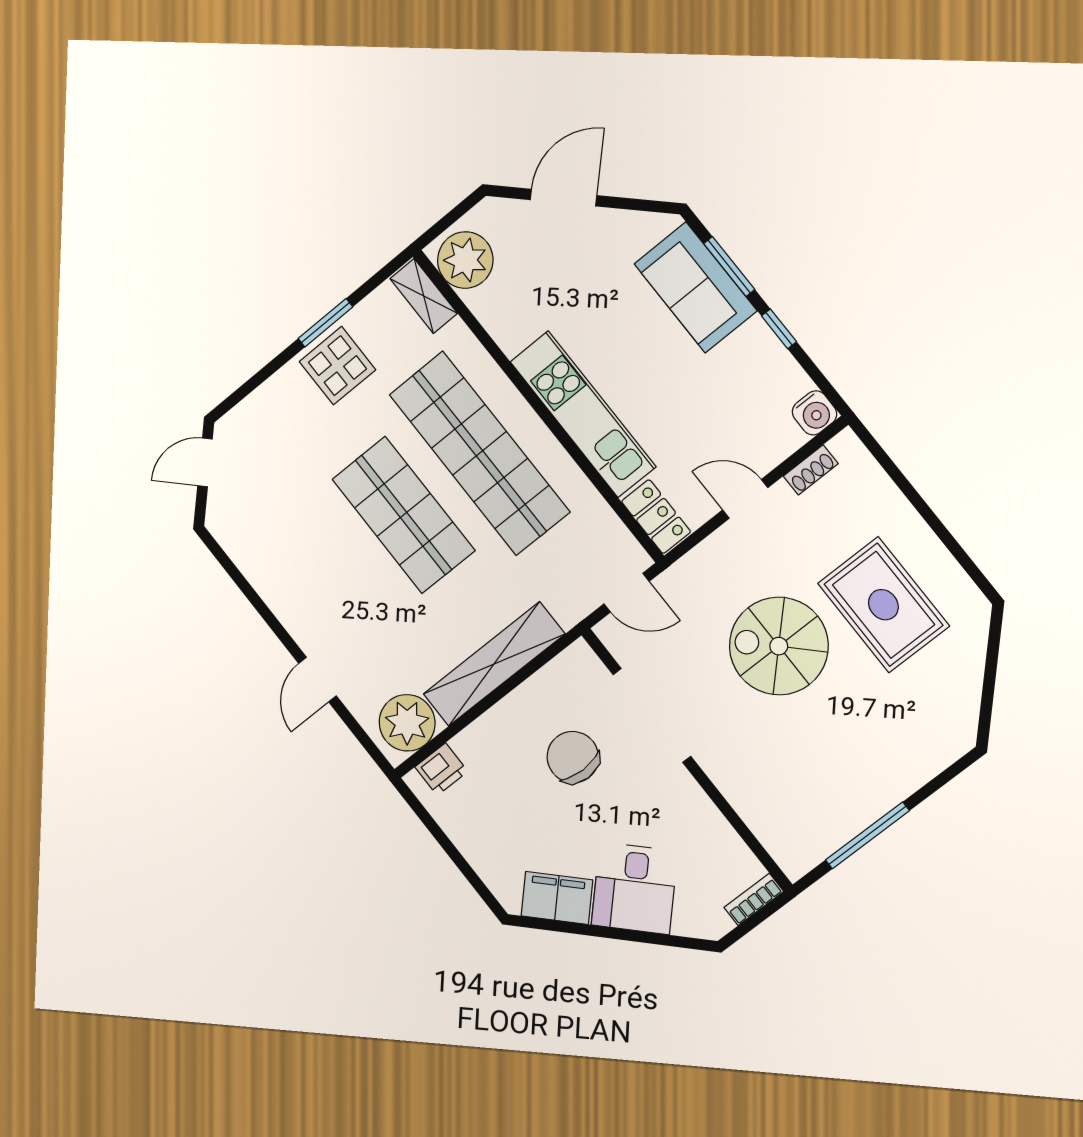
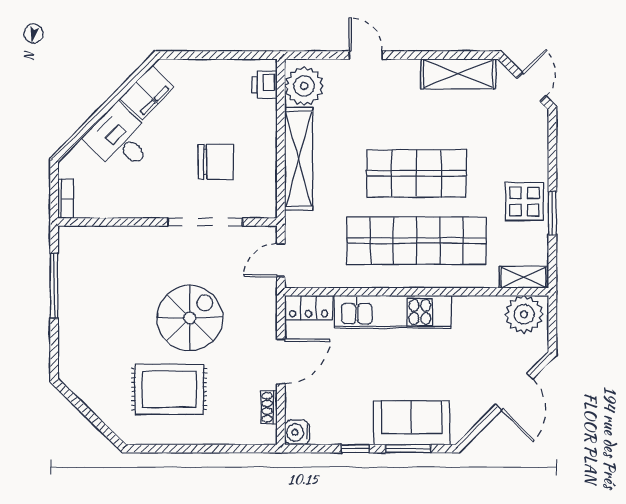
door: (745, 499) -> (281, 361), width x1.38
shelving: (256, 557) -> (458, 74), added

